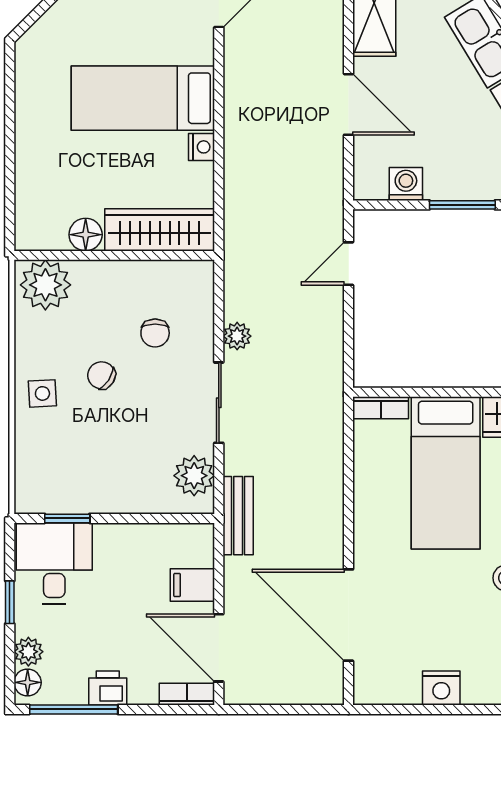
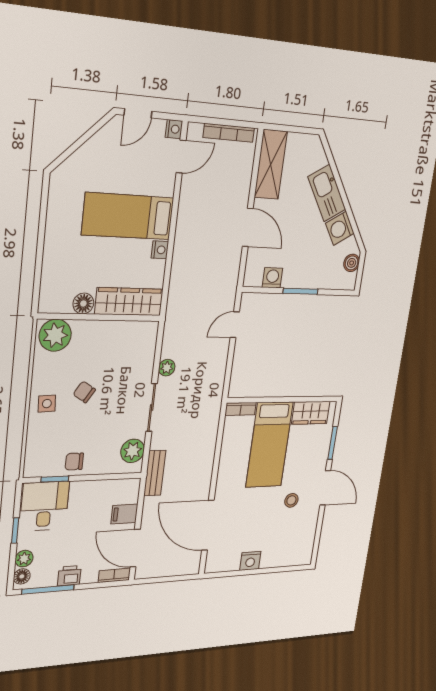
chair: (155, 333) -> (74, 461), moved, turned 90

